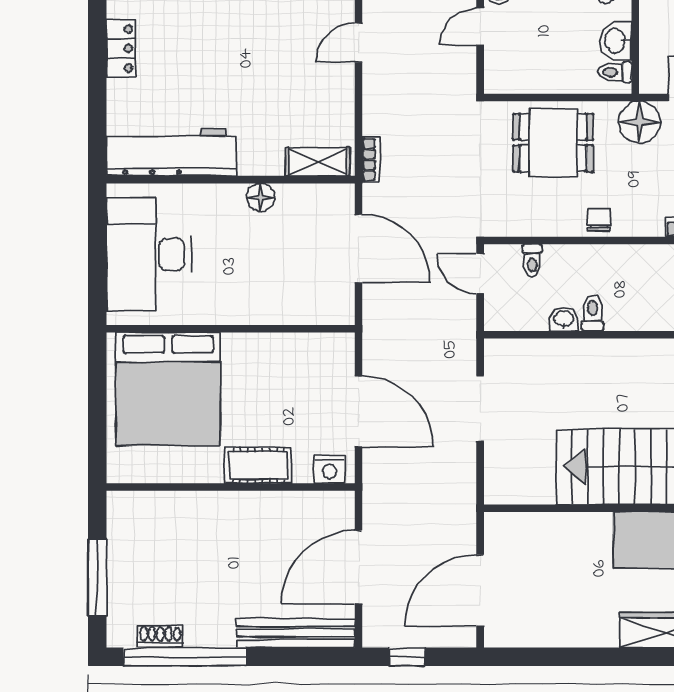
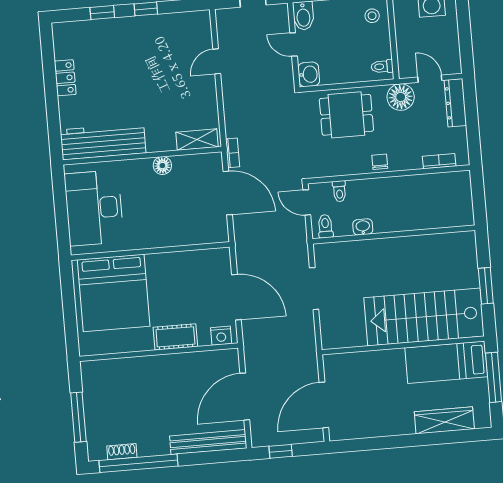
door: (480, 27) -> (294, 45), hinge flipped
washbasin: (616, 41) -> (309, 74), moved, turned 180
bookcase: (371, 160) -> (233, 153), moved
toilet: (592, 313) -> (325, 226), moved

